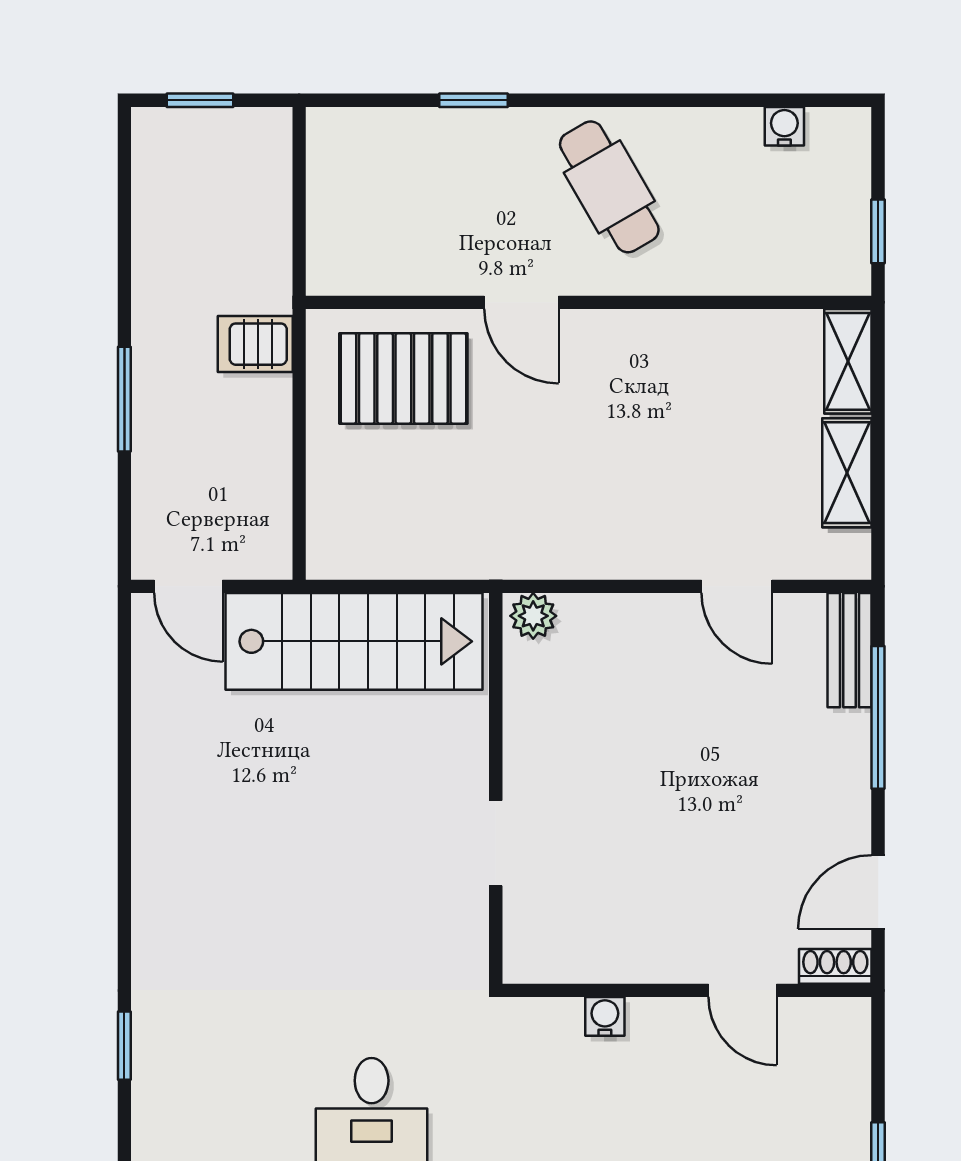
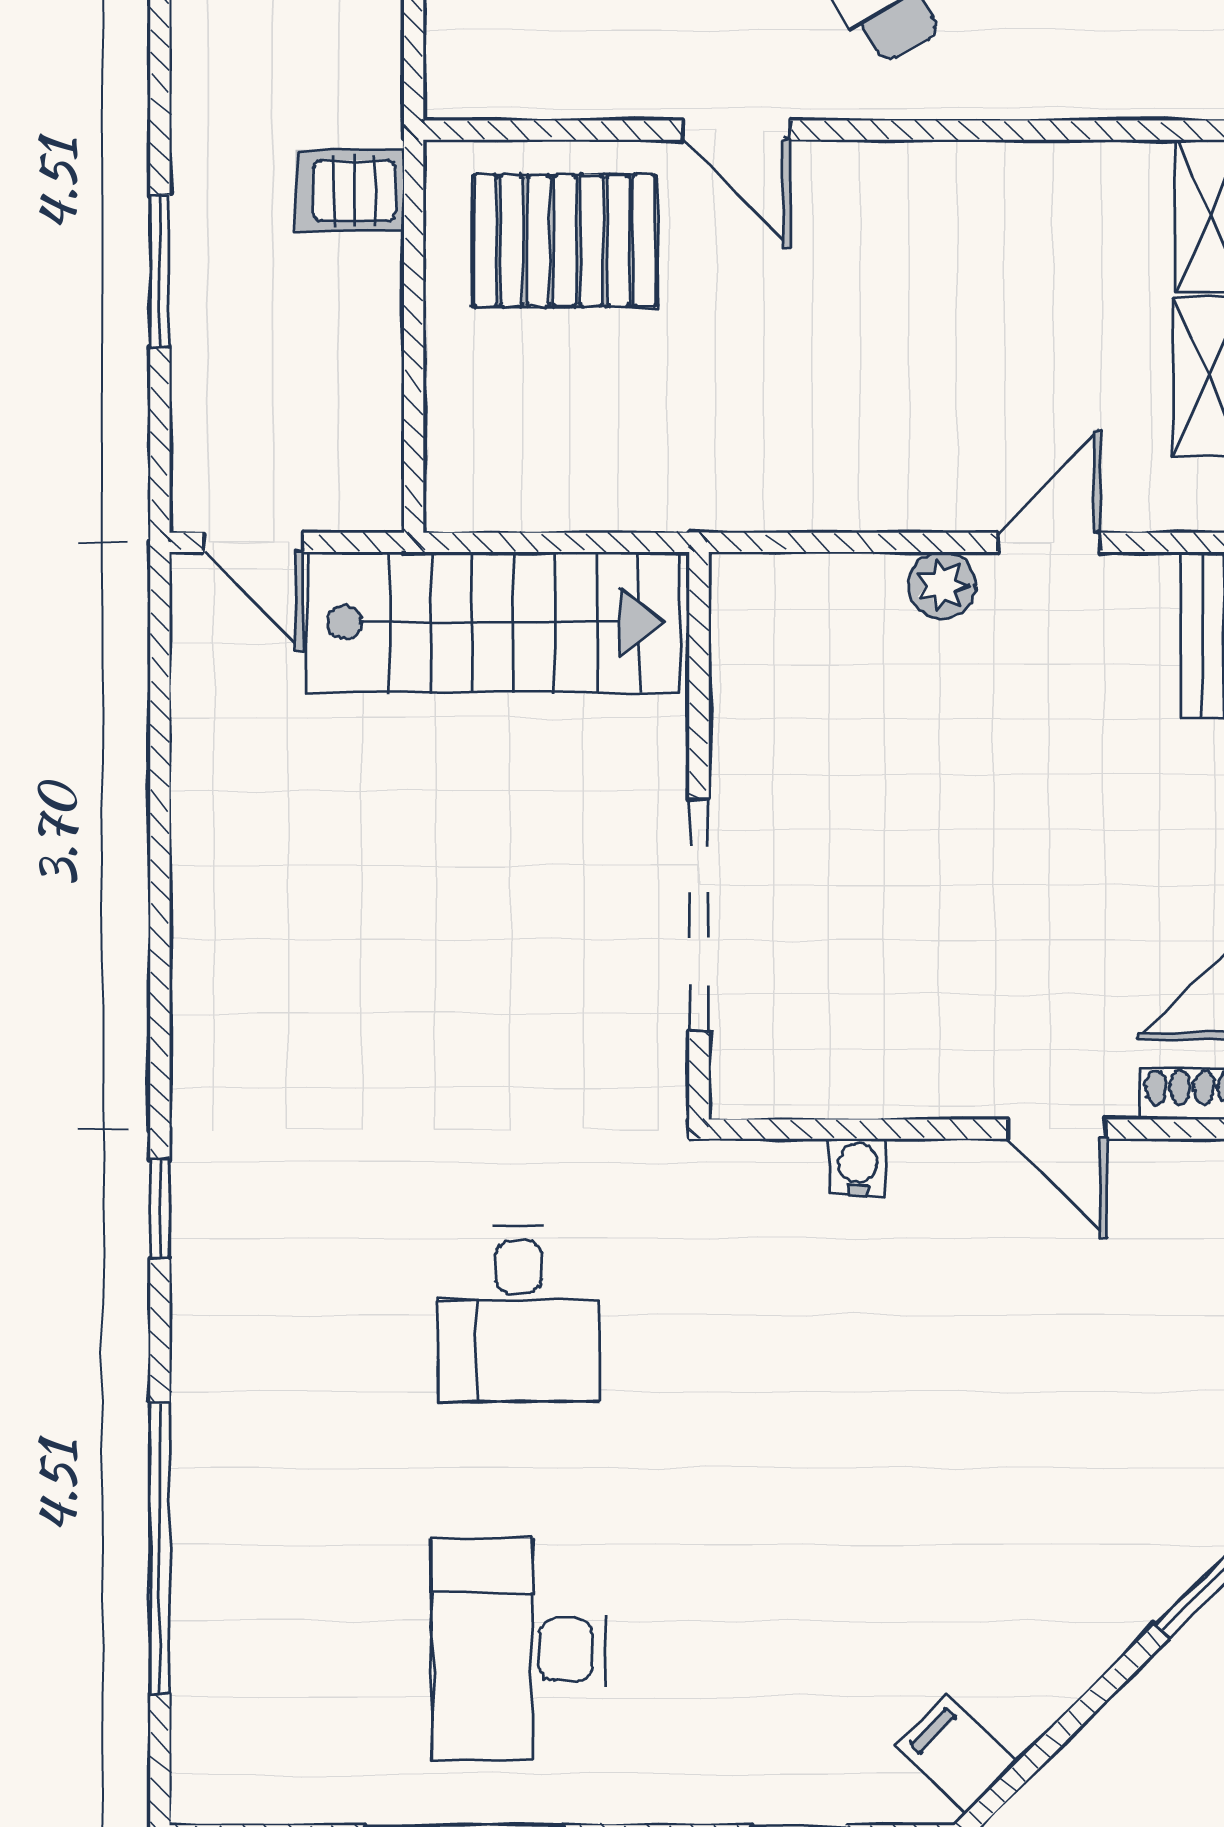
door: (737, 586) -> (1049, 542), swing flipped
plant: (533, 616) -> (942, 585), moved
doorway: (496, 843) -> (699, 915), width x1.88

